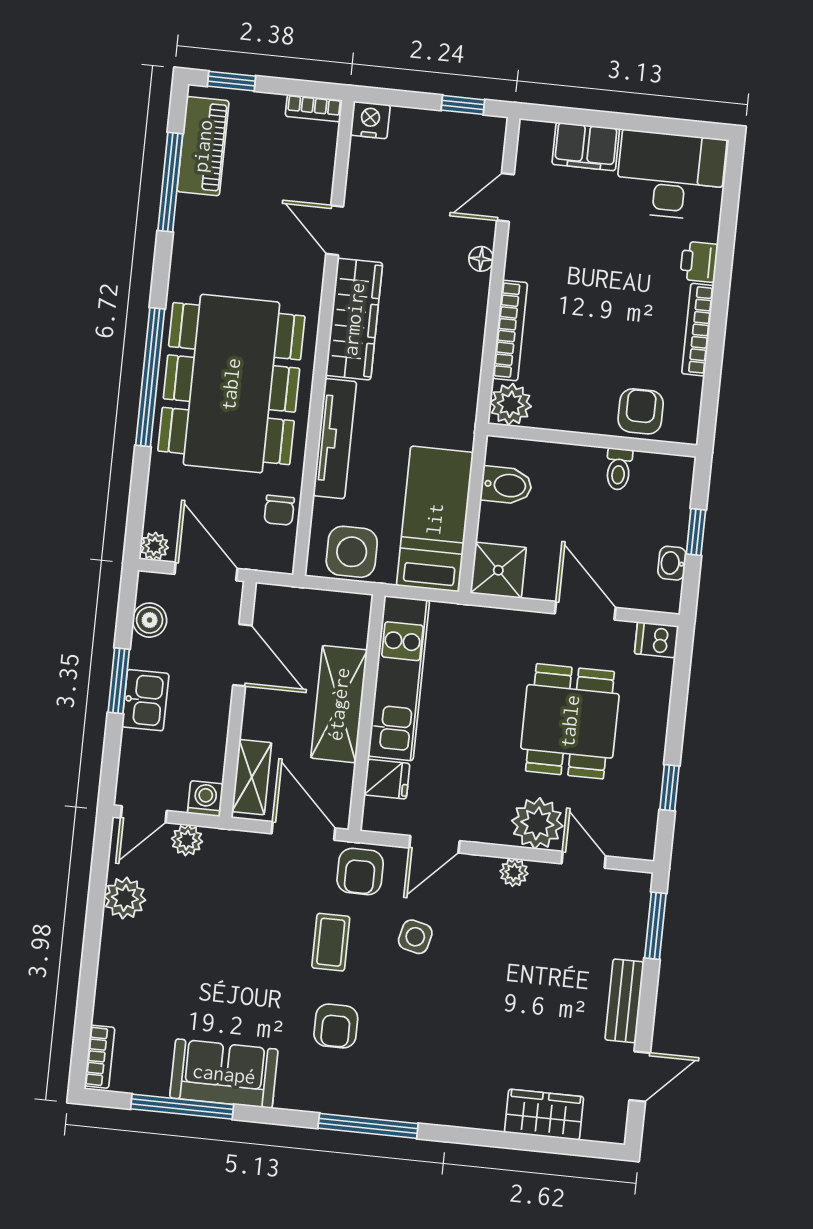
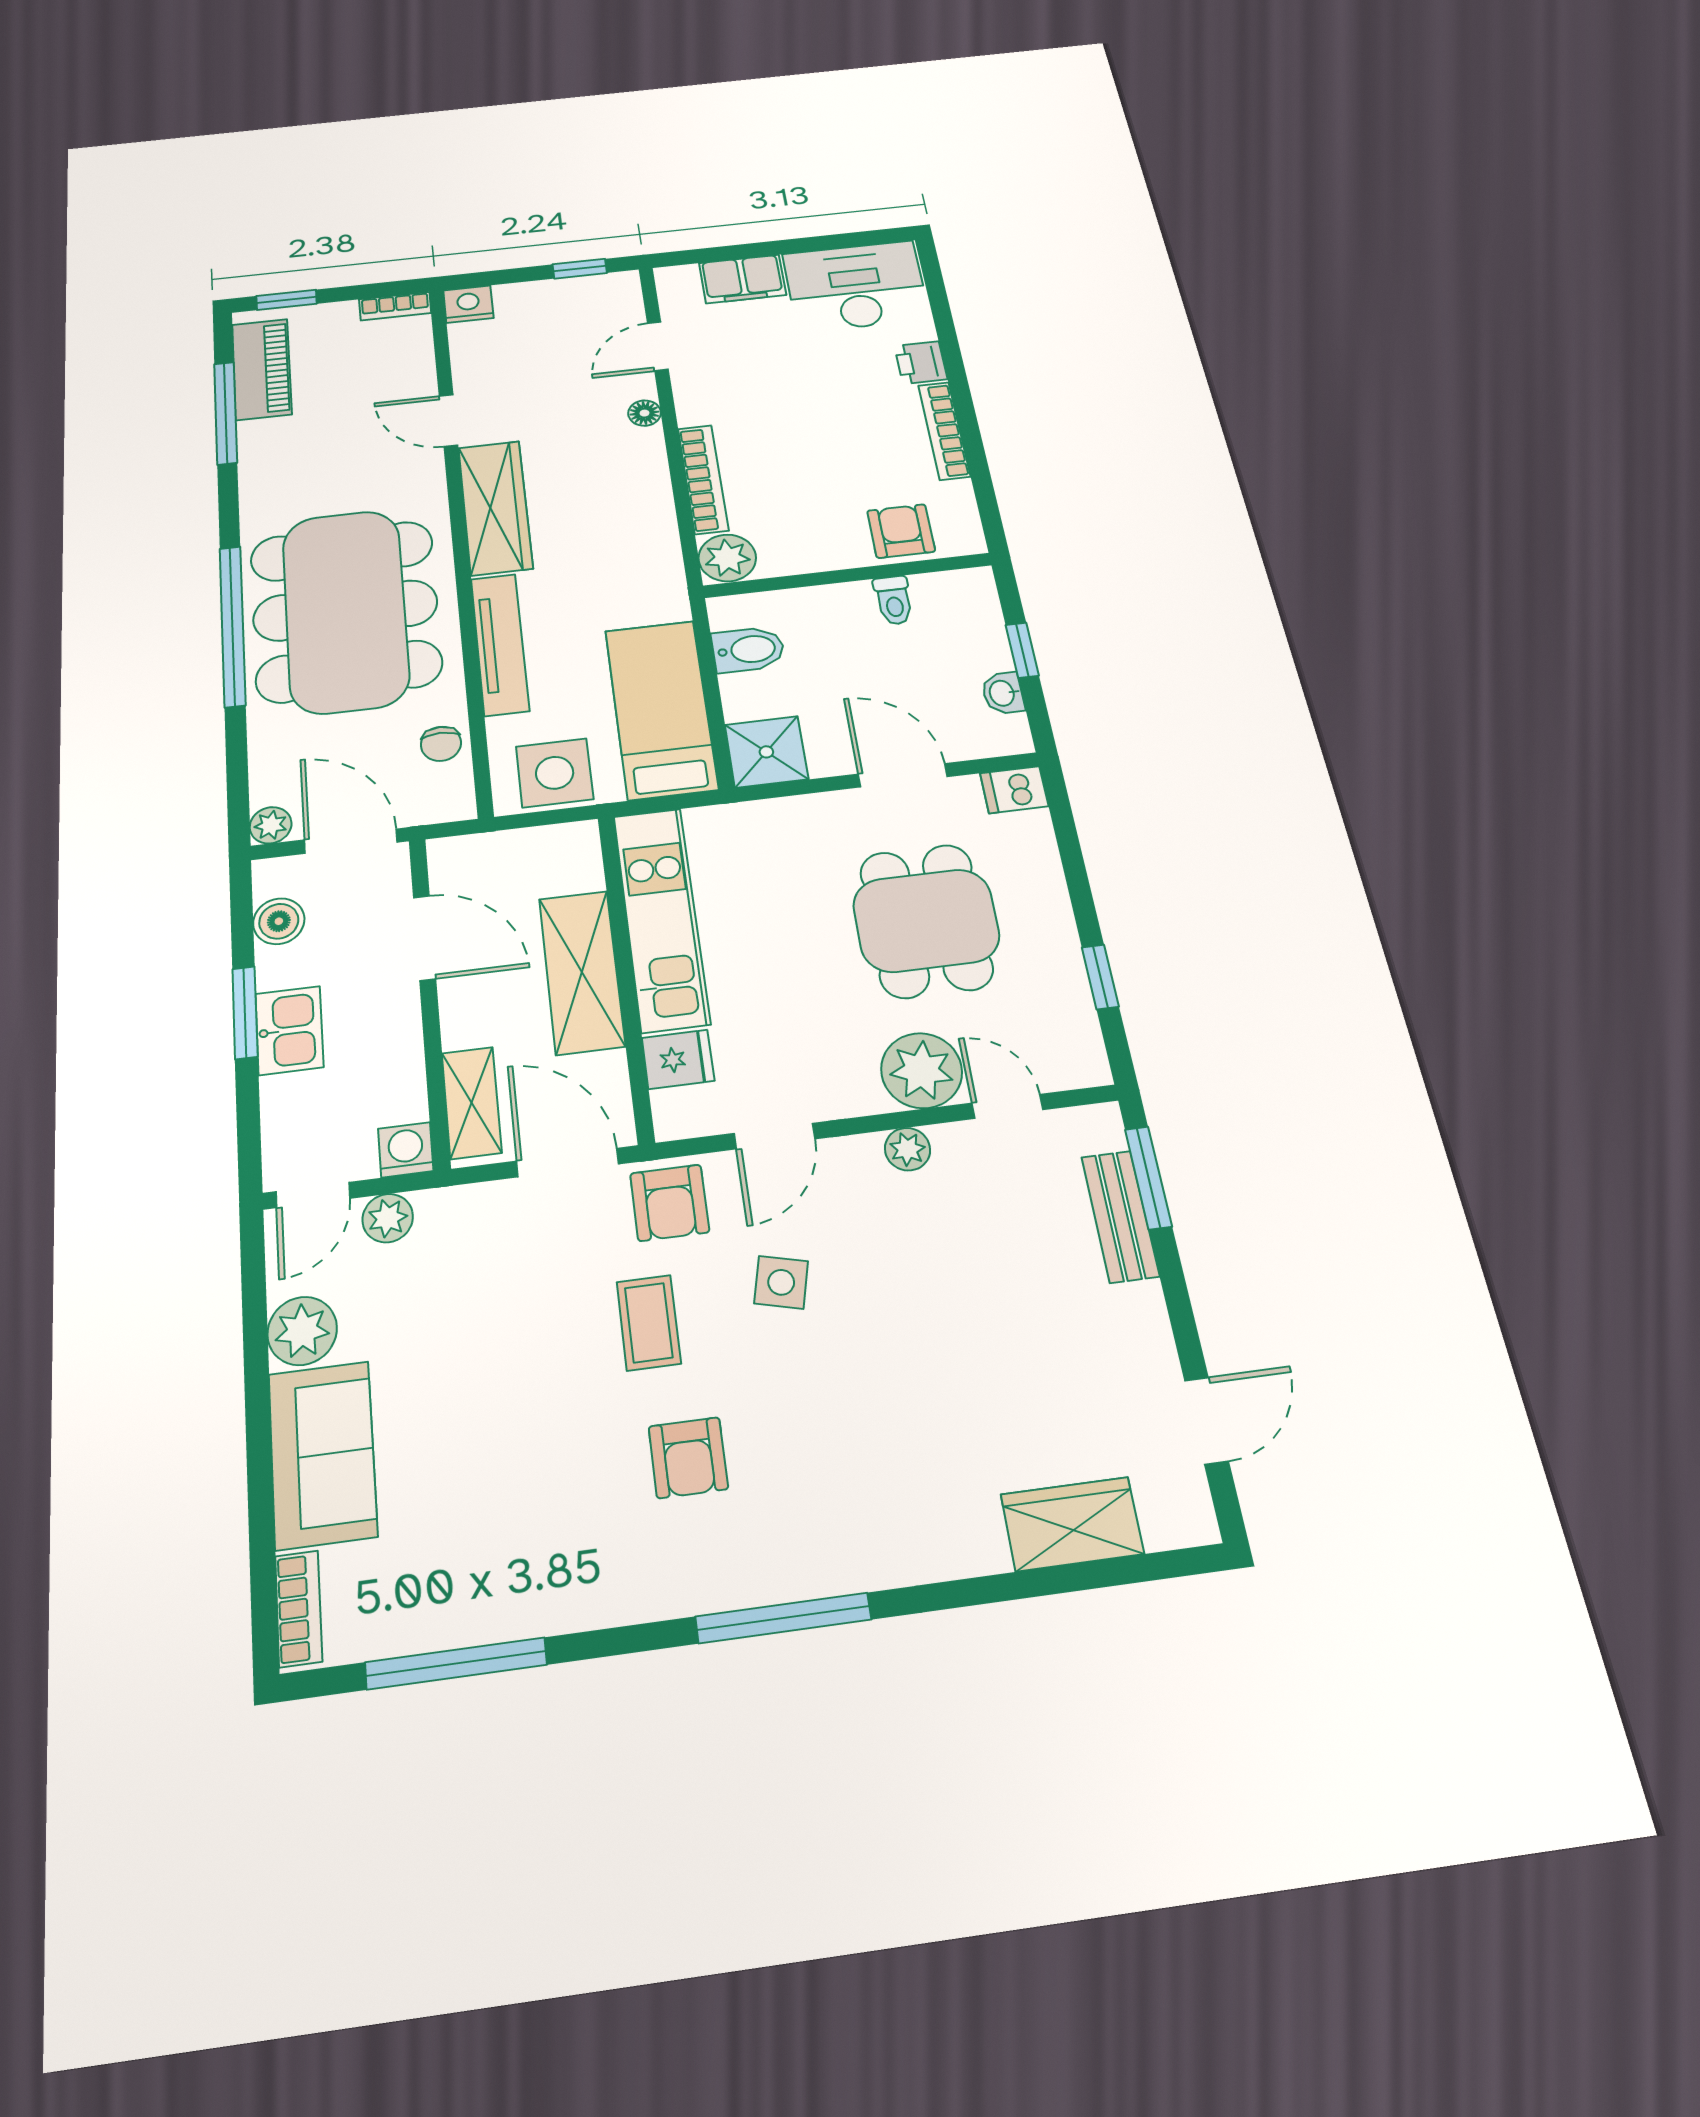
bench: (624, 1001) -> (1120, 1216), moved
sofa: (224, 1074) -> (322, 1454), moved, turned 90

